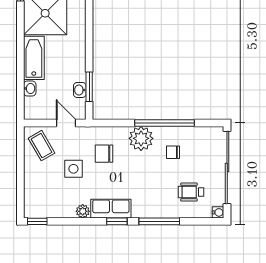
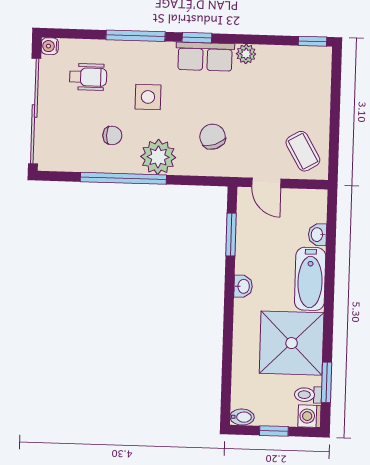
washbasin: (80, 90) -> (243, 286), moved
chair: (104, 154) -> (213, 137), turned -110
side table: (73, 169) -> (148, 97), moved

